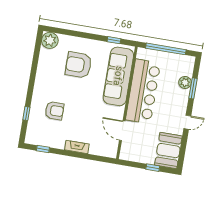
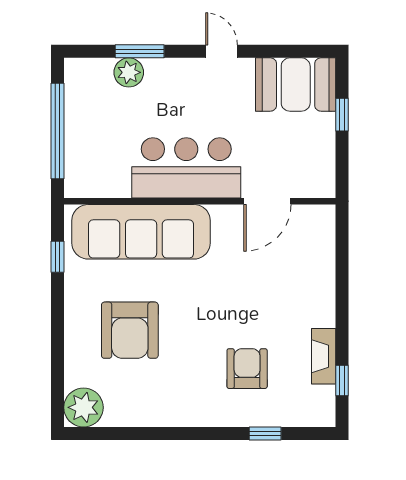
bar counter: (143, 91) -> (186, 168), width x0.73
fireplace: (77, 147) -> (324, 356), moved

